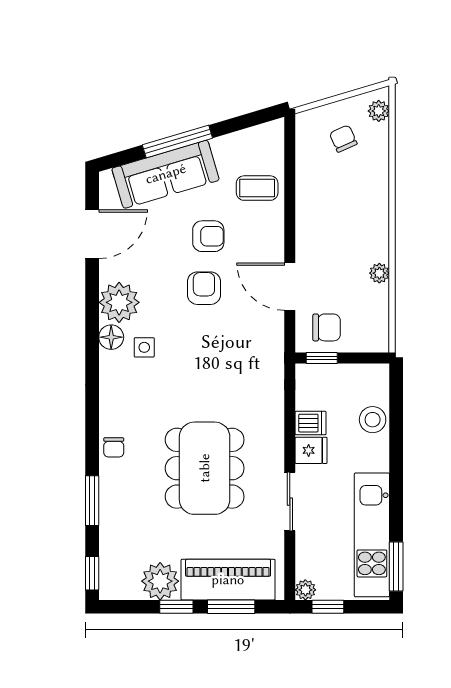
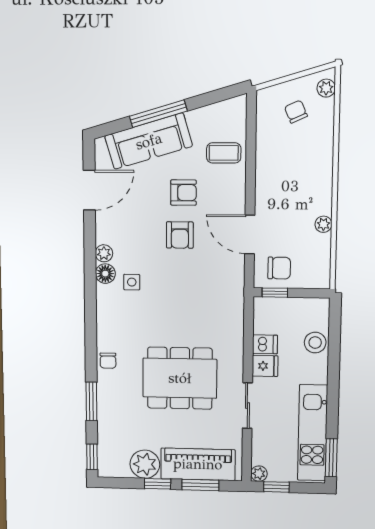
armchair: (204, 288) -> (180, 235), turned 180
plant: (119, 302) -> (104, 253), width x0.53, depth x0.53
dining table: (205, 468) -> (180, 378), turned 90

